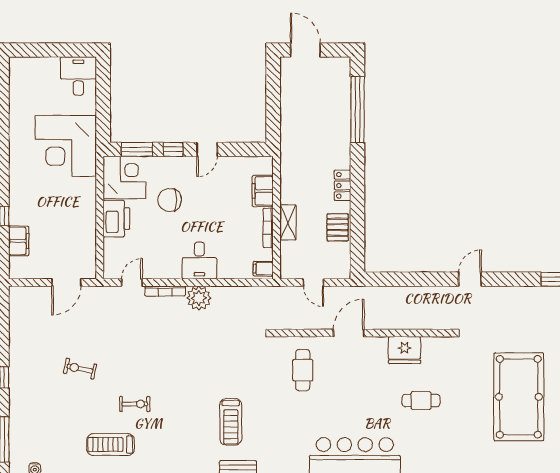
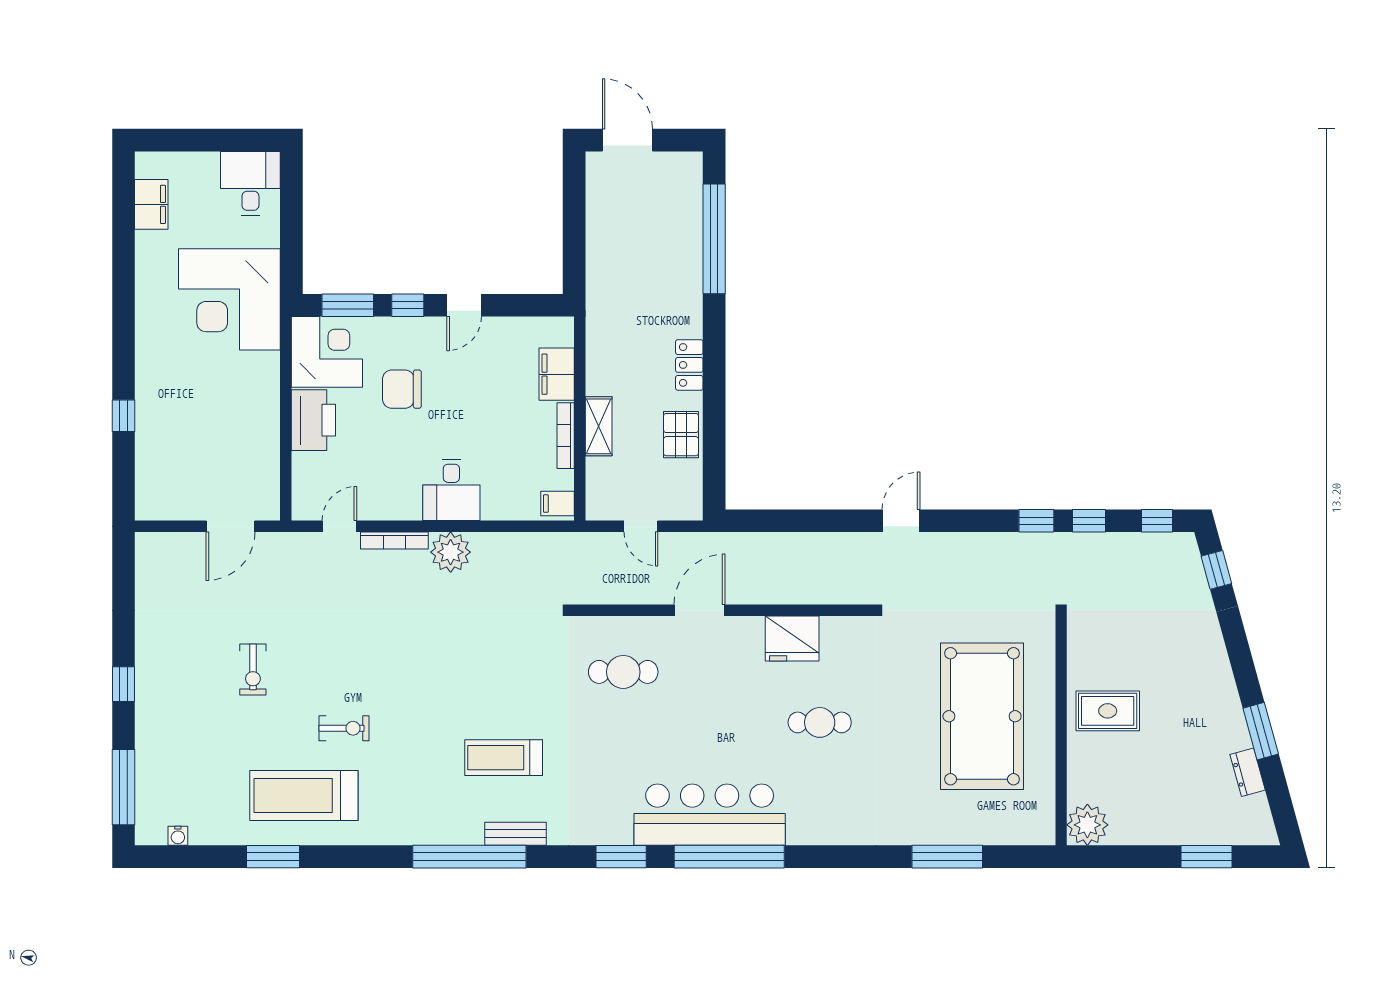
filing cabinet: (19, 241) -> (151, 204), moved
exercise bike: (80, 369) -> (253, 669), turned -102
cafe table: (303, 370) -> (623, 672), turned 90
treadmill: (231, 422) -> (504, 758), turned 90
treadmill: (111, 445) -> (304, 796), width x1.37, depth x1.38

